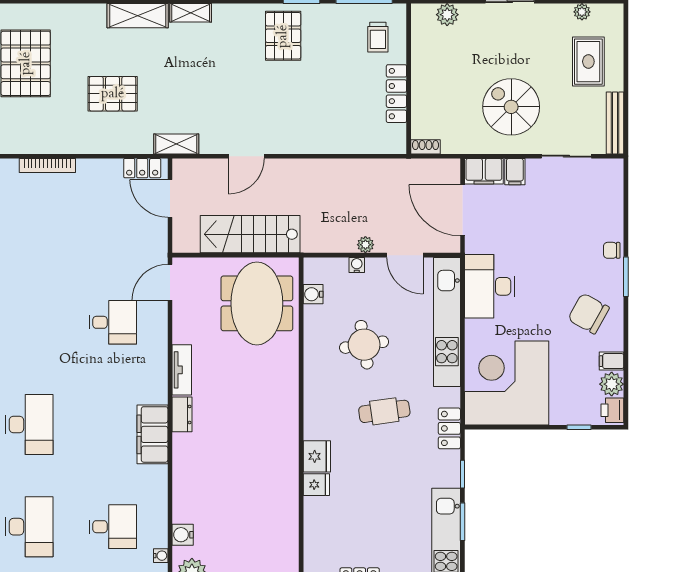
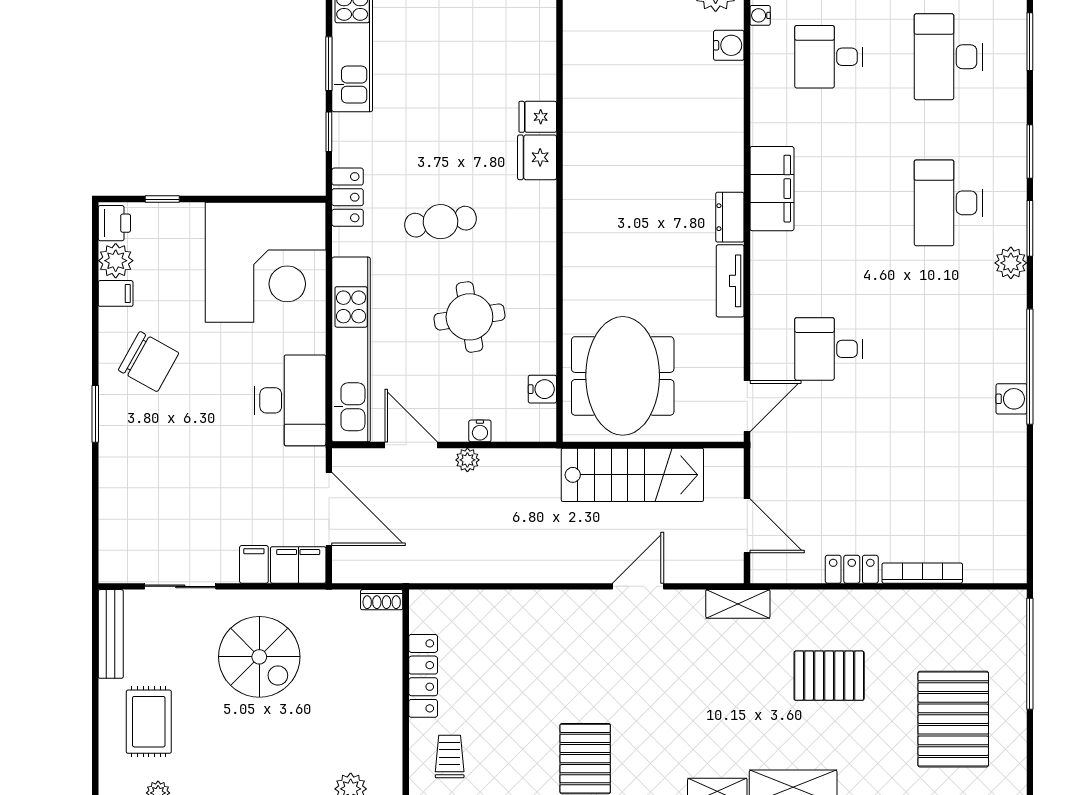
locker: (142, 168) -> (852, 569), moved
chair: (612, 250) -> (115, 452), removed

